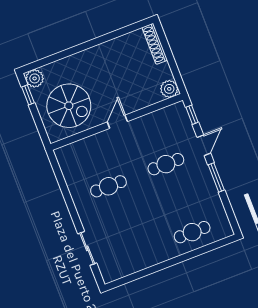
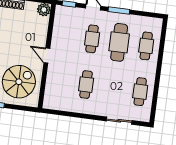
cafe table: (179, 198) -> (119, 42), added
cafe table: (135, 254) -> (140, 92), added

